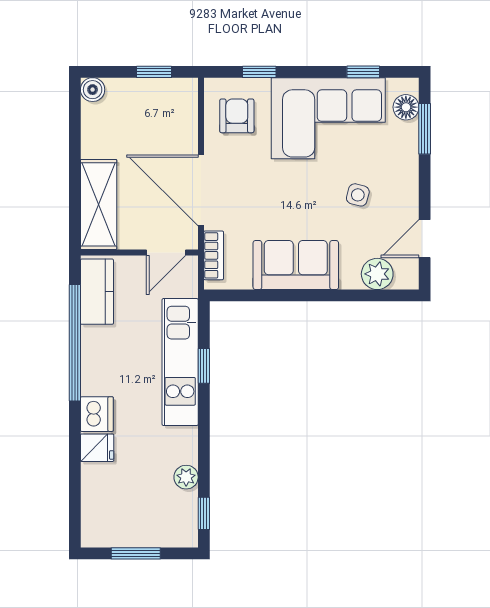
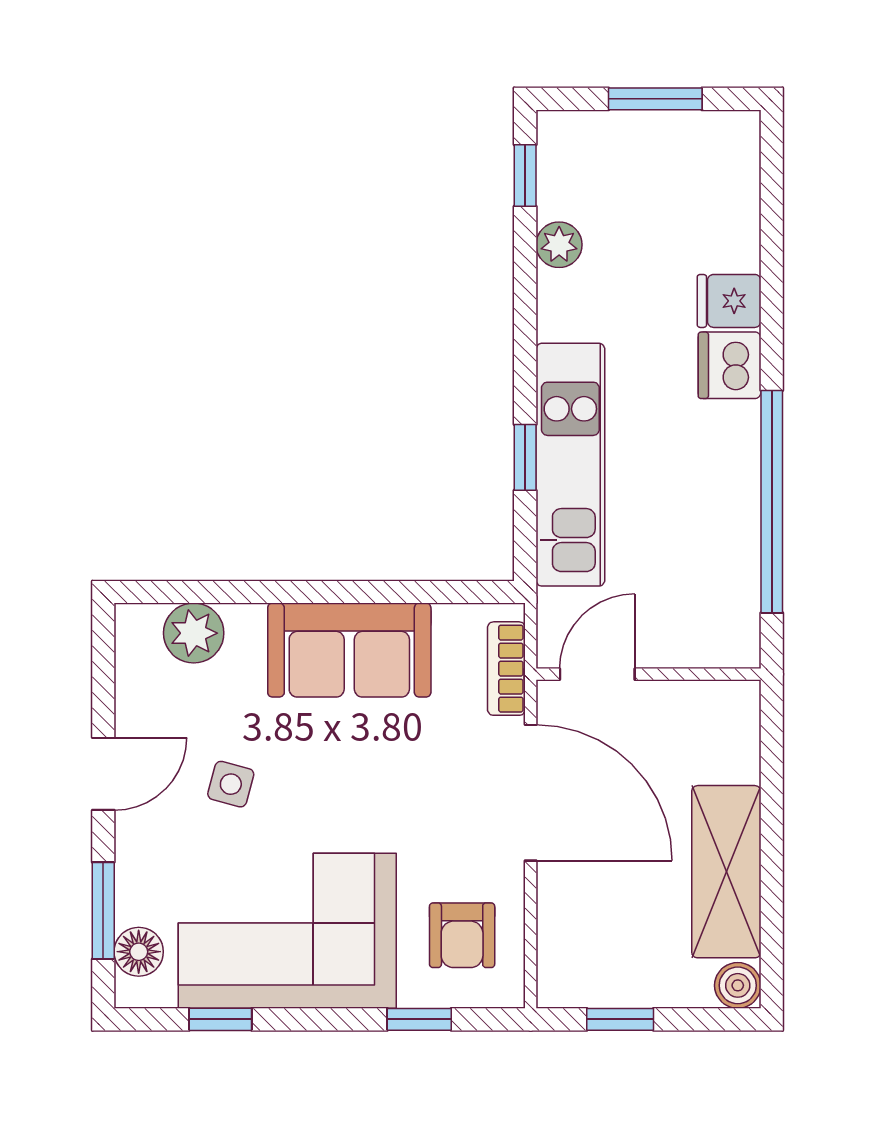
shelving: (99, 204) -> (726, 872), moved
door: (425, 239) -> (103, 774), moved
kitchen counter: (97, 292) -> (729, 599), removed

